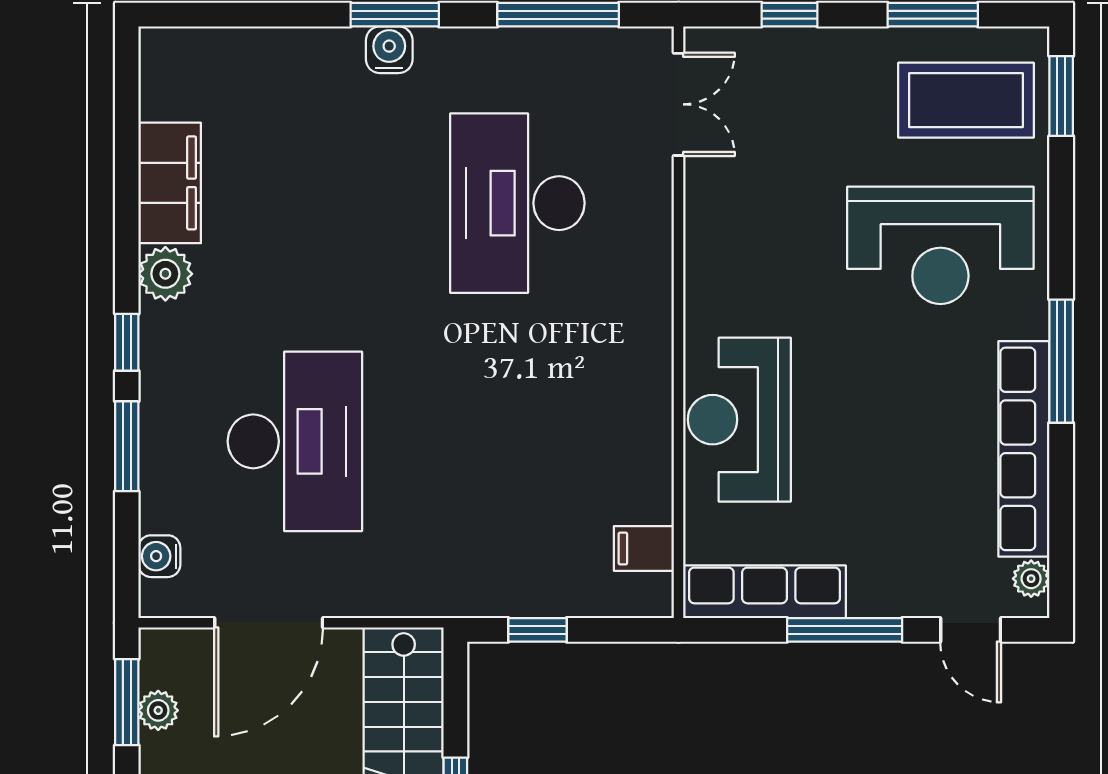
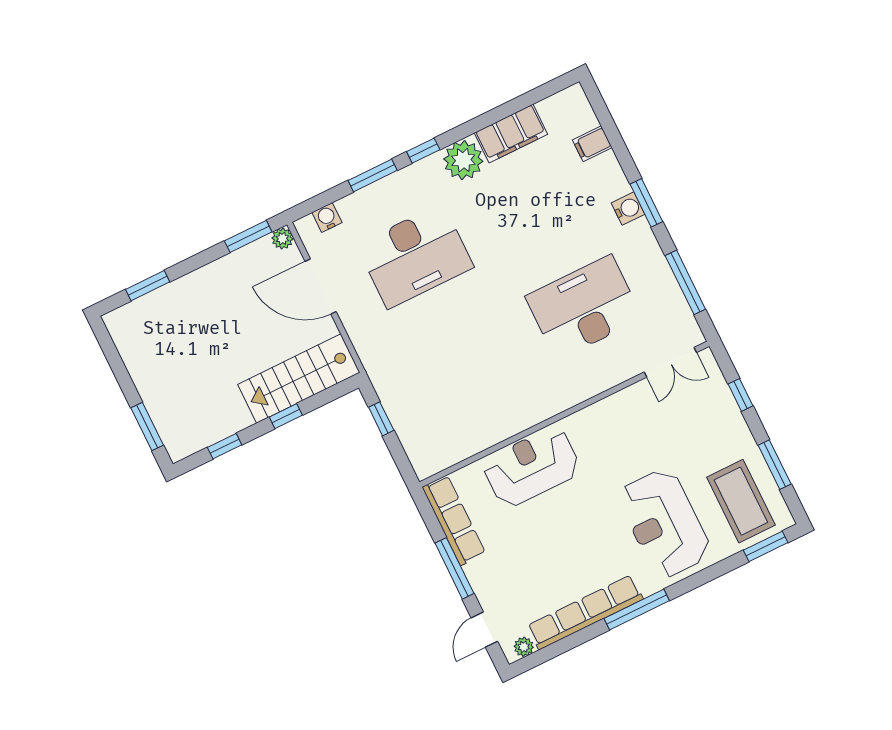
plant: (165, 274) -> (463, 160), width x1.36, depth x1.36
filing cabinet: (644, 548) -> (592, 144), moved, turned -90
plant: (158, 710) -> (282, 239), moved

